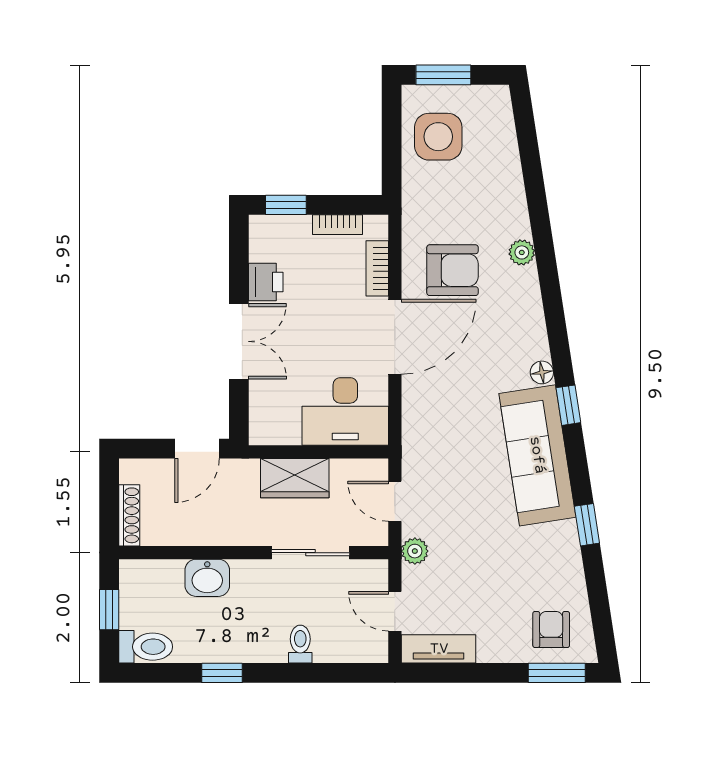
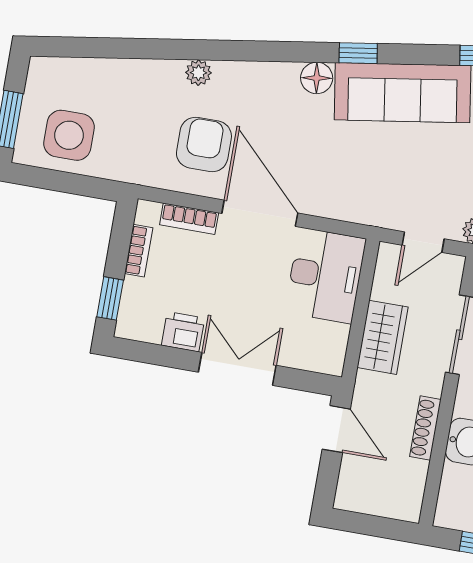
floor lamp: (542, 372) -> (317, 78), width x1.37, depth x1.37
shoe rack: (129, 515) -> (425, 428), moved, turned -90

